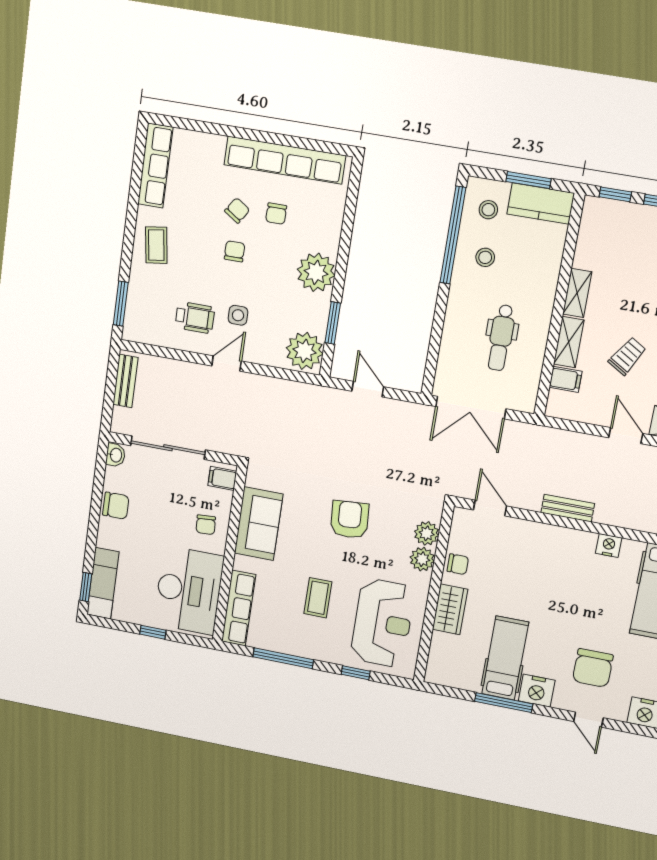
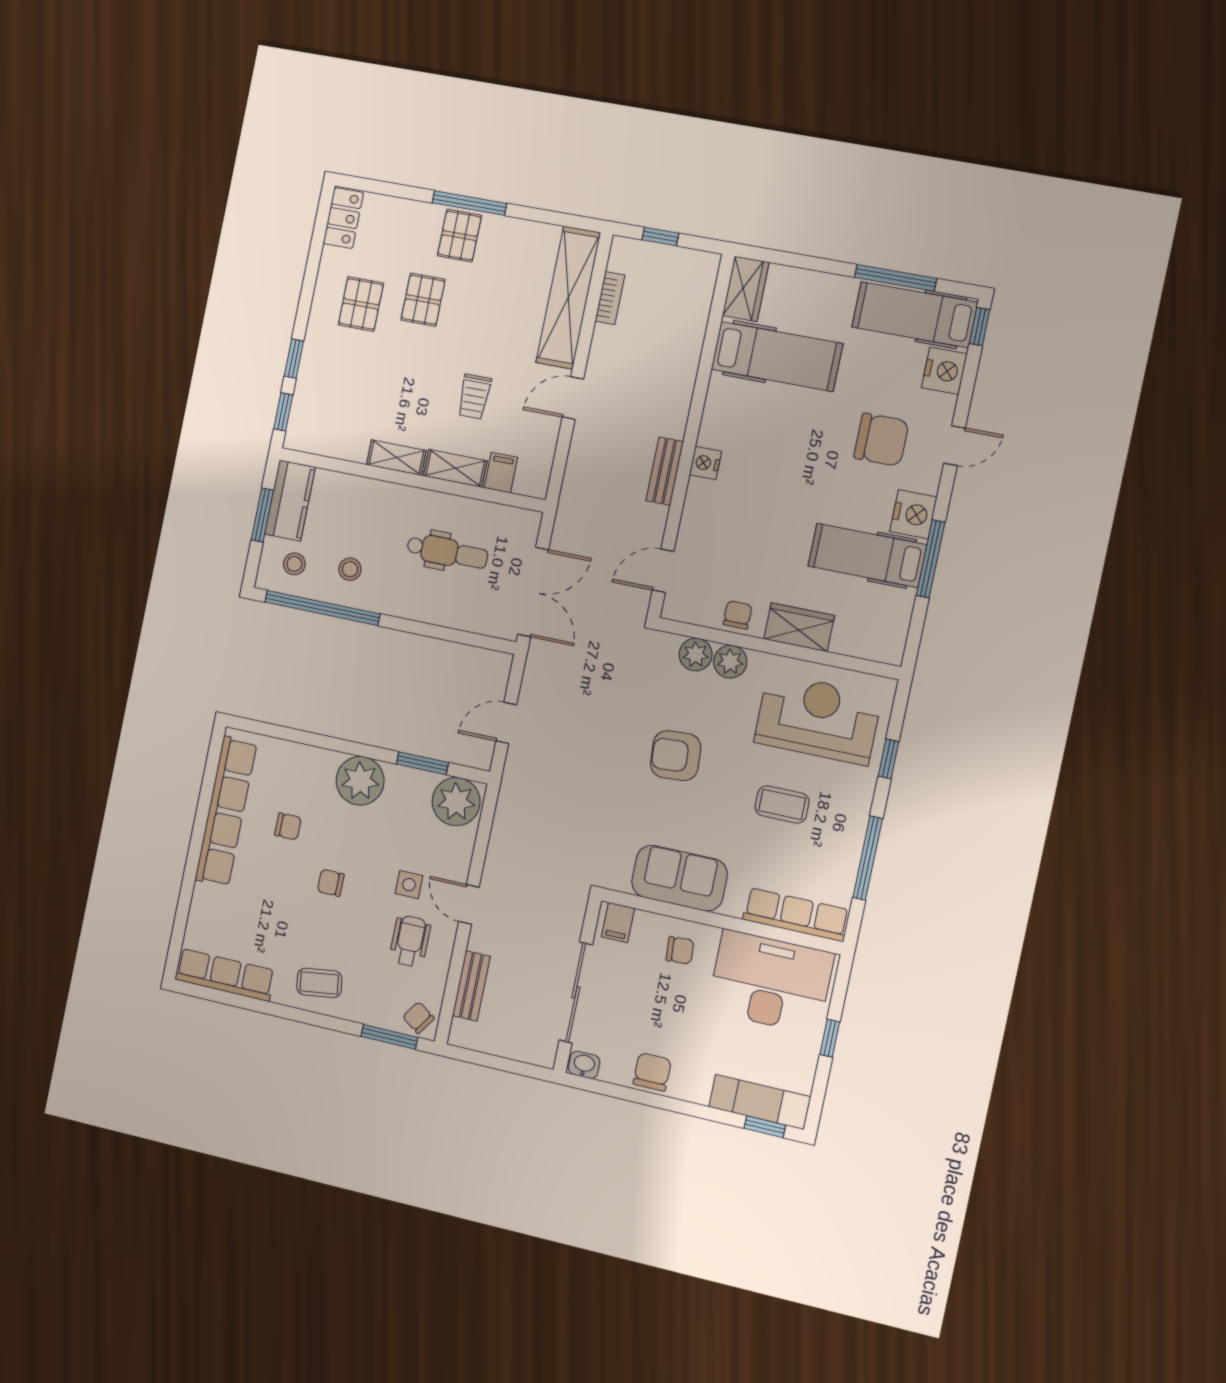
chair: (237, 210) -> (418, 1018), moved
trolley: (627, 356) -> (474, 397), turned -121
bench: (125, 381) -> (471, 986), moved, turned 90
nightstand: (609, 545) -> (705, 463), moved

